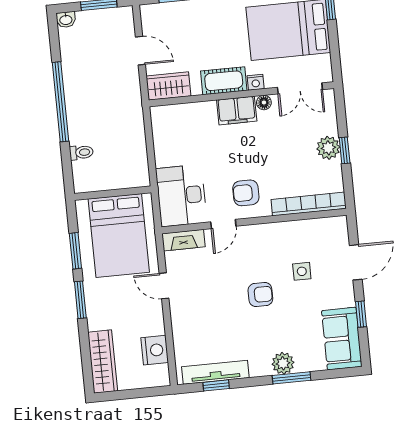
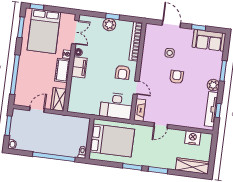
wall: (113, 193) -> (89, 139), moved
bed: (119, 236) -> (112, 141), moved
plant: (283, 363) -> (213, 85), moved

